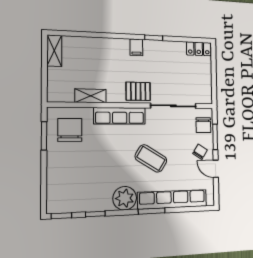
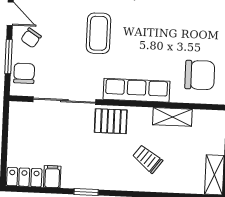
filing cabinet: (136, 47) -> (52, 177), moved
trolley: (109, 63) -> (147, 159), added
chair: (70, 130) -> (200, 75), turned -90
coffee table: (151, 158) -> (99, 33), turned 58

